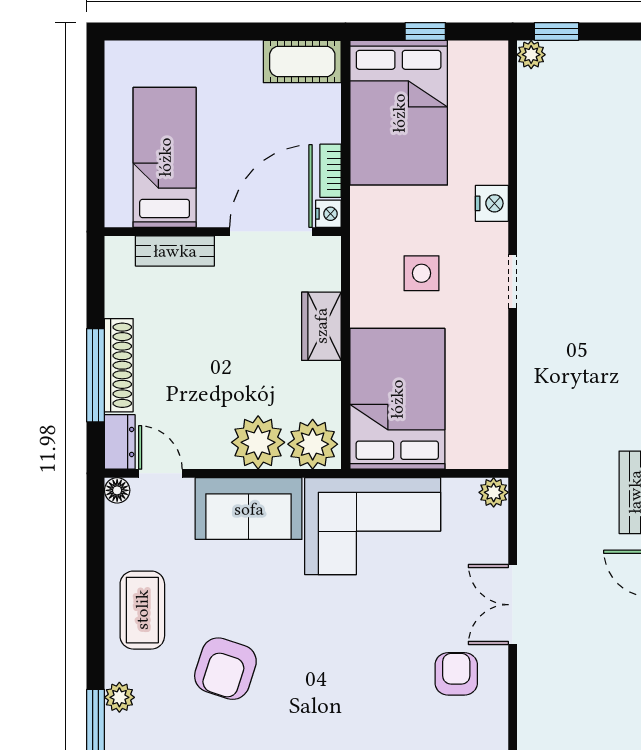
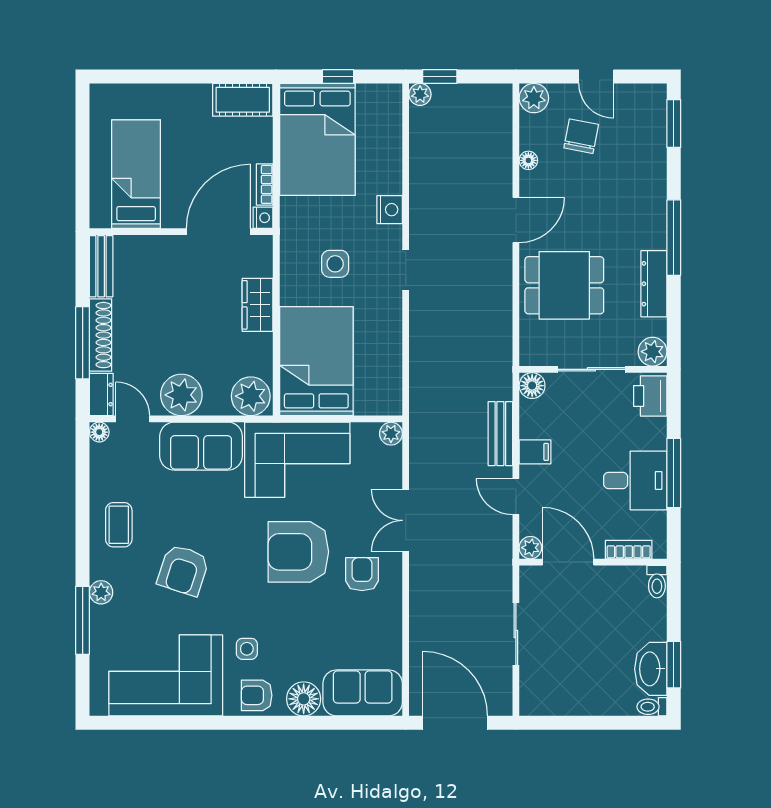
bench: (175, 251) -> (101, 266), moved, turned 90
plant: (258, 442) -> (181, 395), moved
coffee table: (142, 610) -> (119, 525), width x0.73, depth x0.77
armchair: (374, 645) -> (298, 552), added

